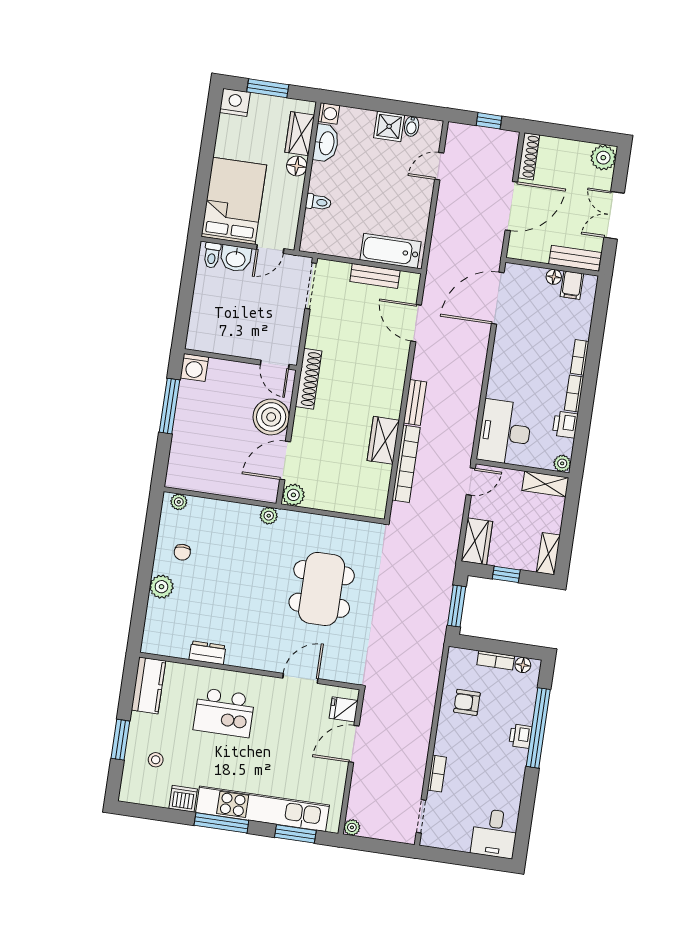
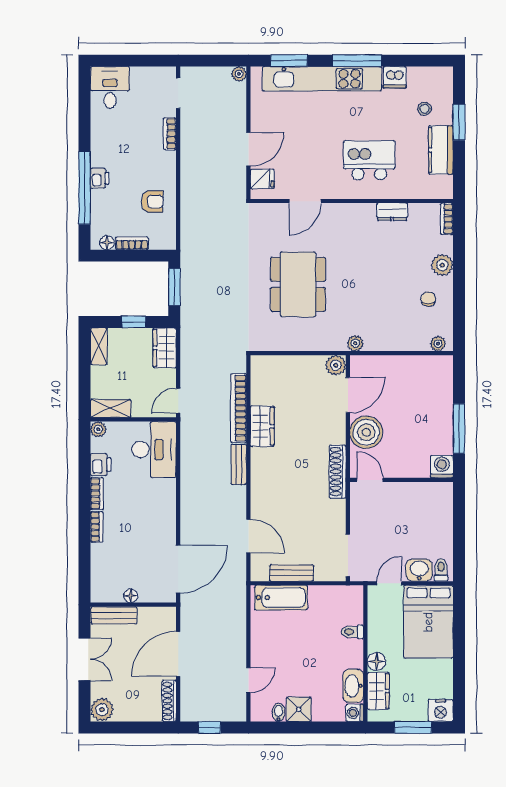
filing cabinet: (572, 285) -> (113, 591), removed
bookcase: (149, 636) -> (447, 219), added
kitchen counter: (148, 685) -> (441, 150), moved

